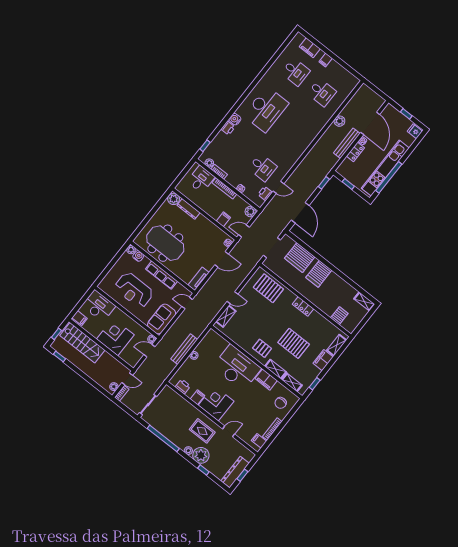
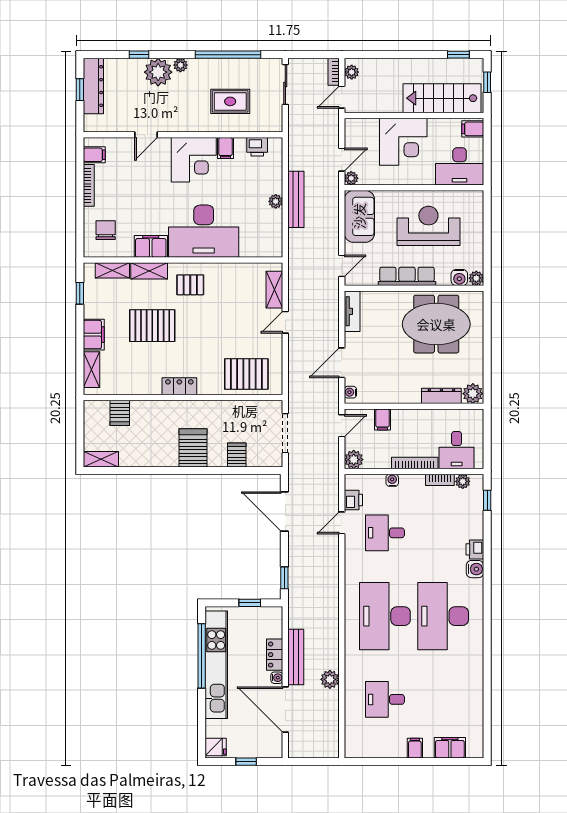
desk: (296, 72) -> (385, 616), moved, width x1.87, depth x1.30
server rack: (300, 258) -> (237, 455), width x0.46, depth x0.70
rug: (202, 431) -> (230, 101), moved

